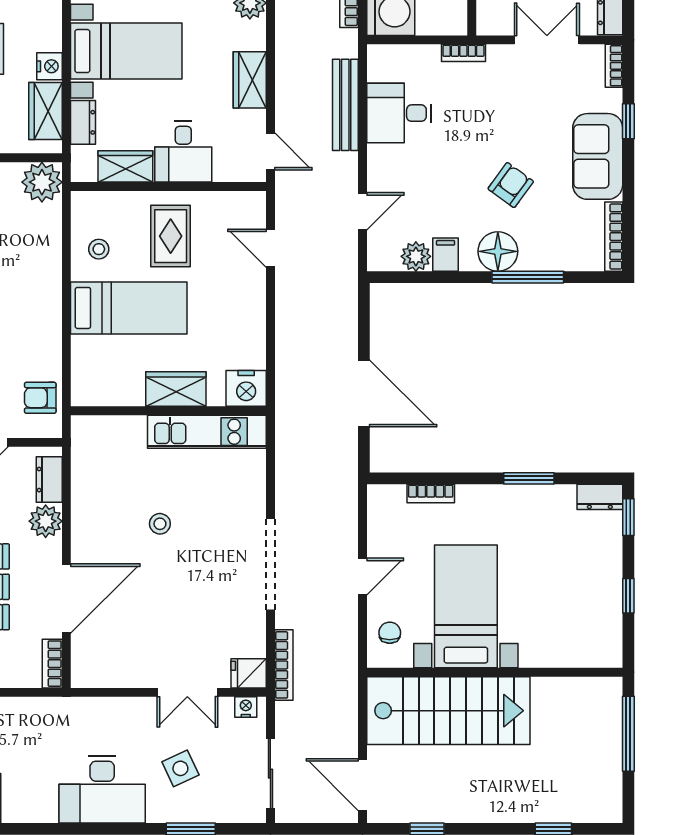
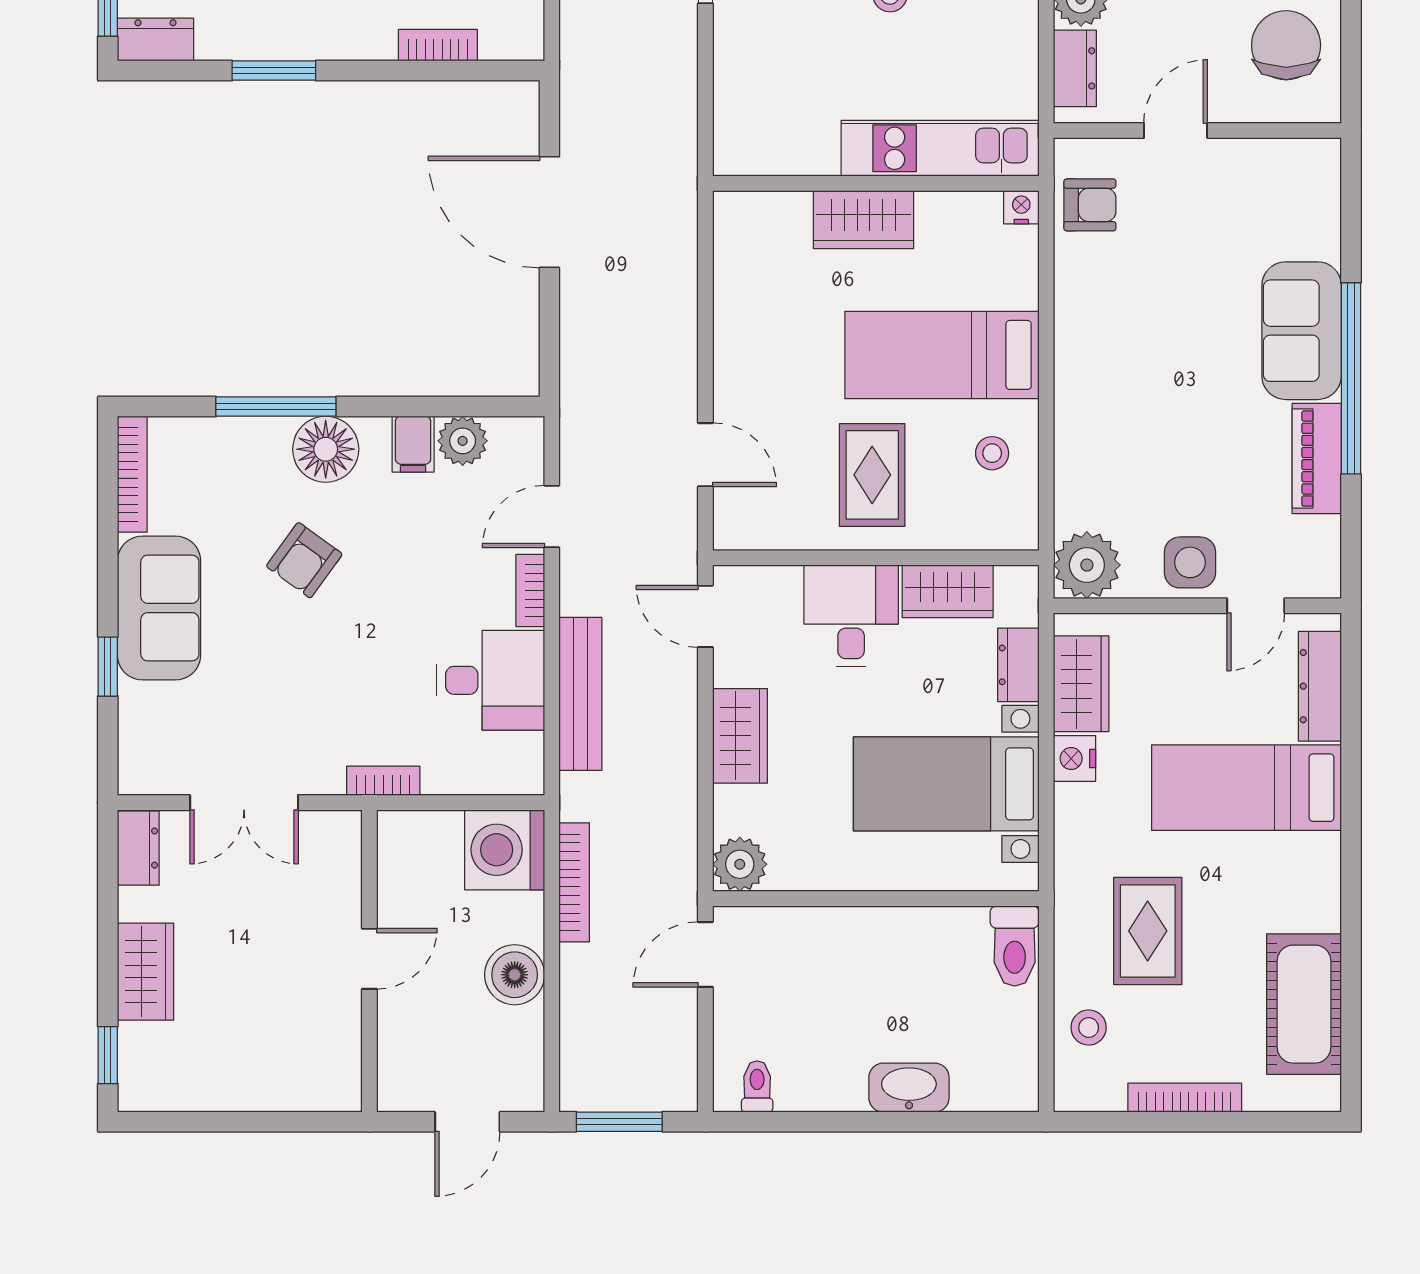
bookcase: (614, 66) -> (530, 591), moved, turned 180
nightstand: (246, 388) -> (1021, 207), moved, width x0.53, depth x0.56
kitchen unit: (207, 432) -> (940, 148), moved

